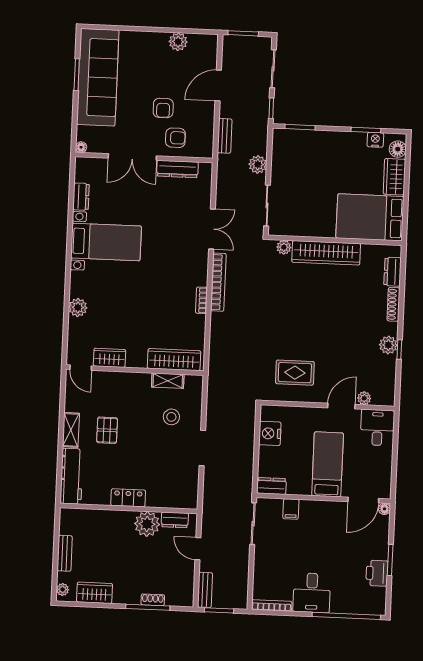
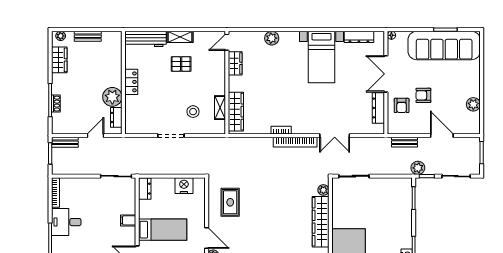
plant: (258, 164) -> (418, 168), moved
dresser: (81, 197) -> (359, 37), width x1.44
filing cabinet: (291, 509) -> (128, 220), moved

